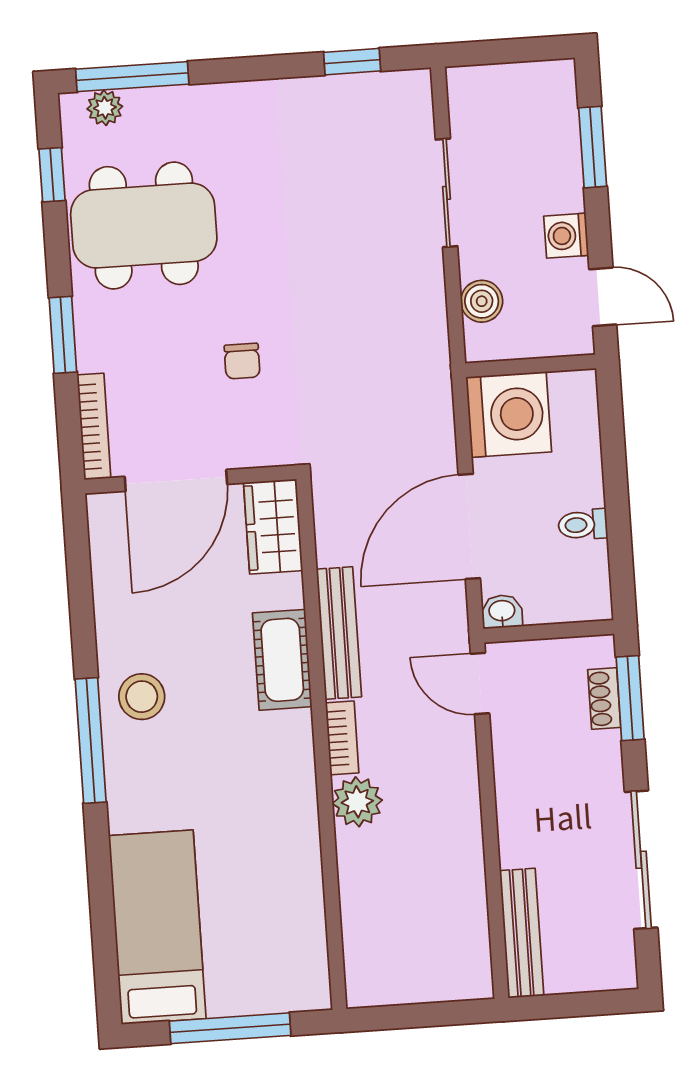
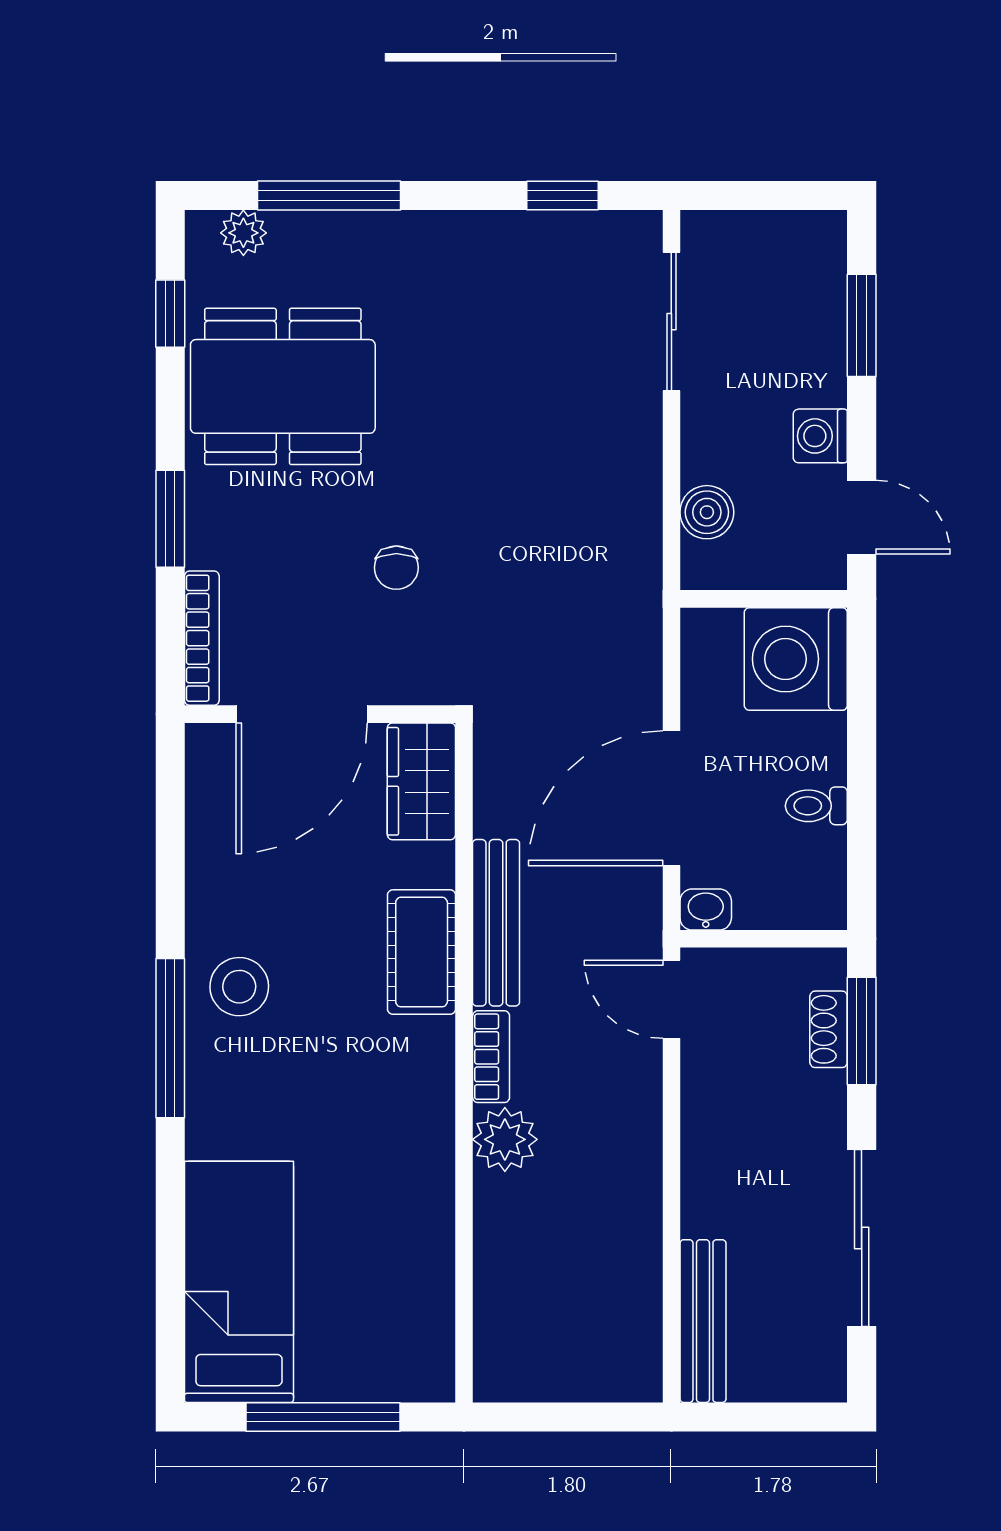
window: (132, 77) -> (329, 196), moved
sliding door: (446, 193) -> (671, 322), moved
washing machine: (509, 415) -> (796, 659), moved, turned 180

